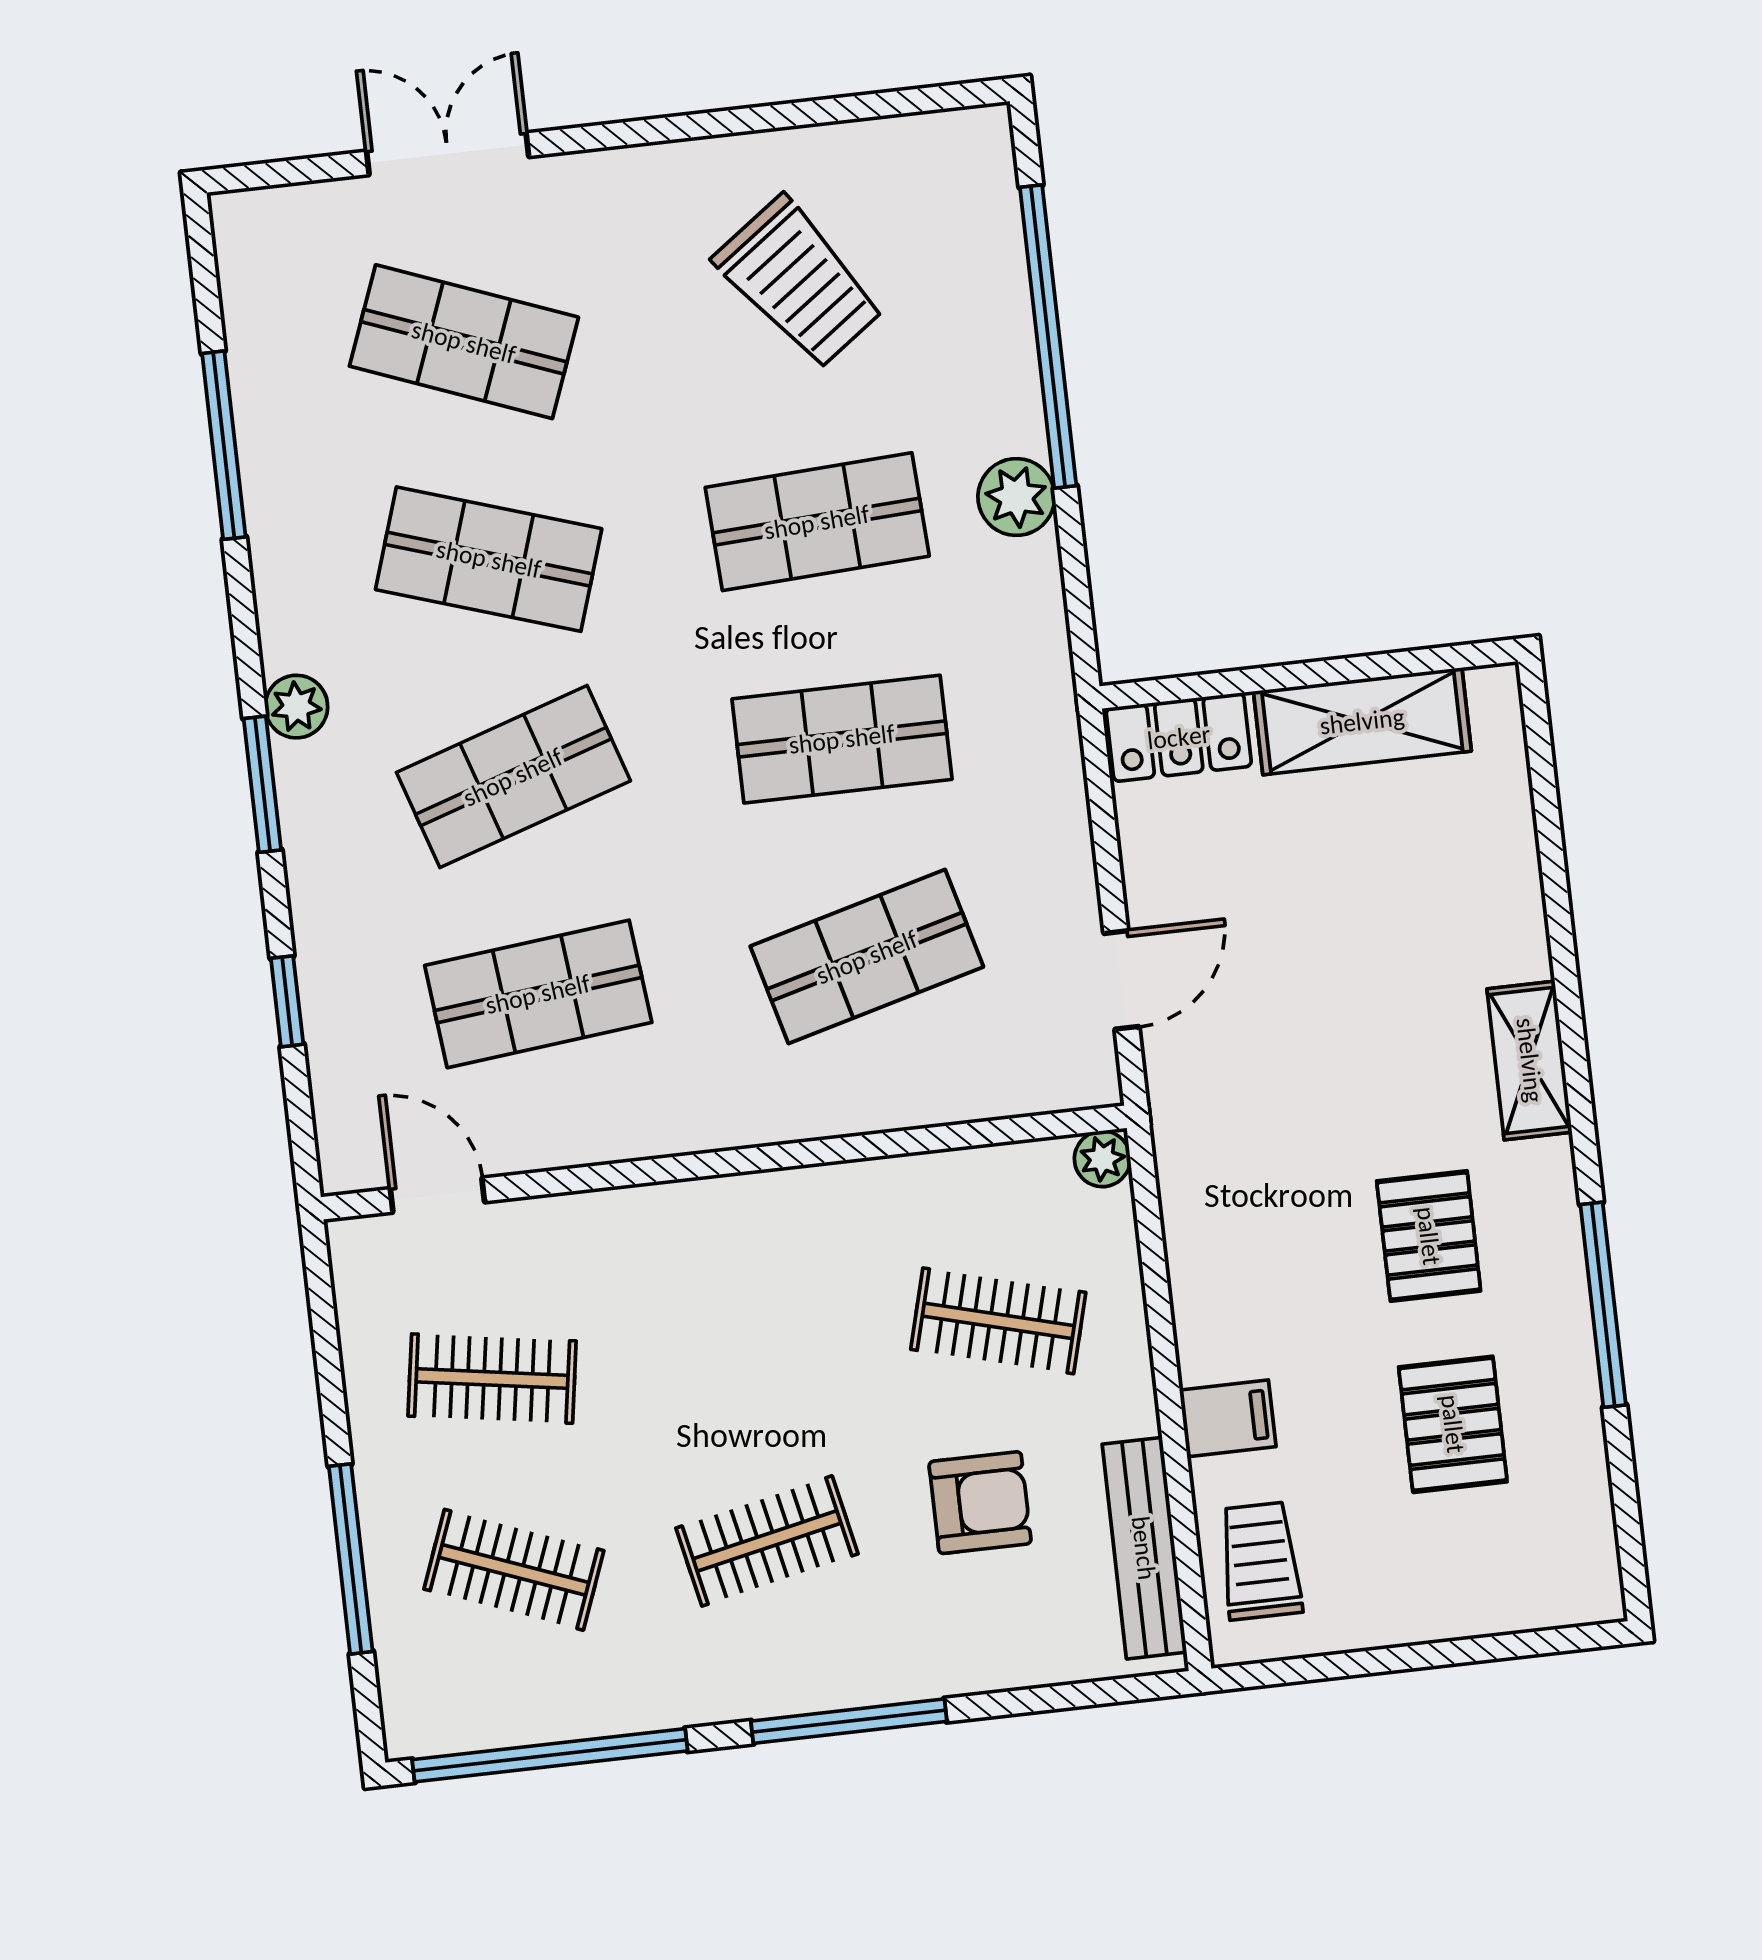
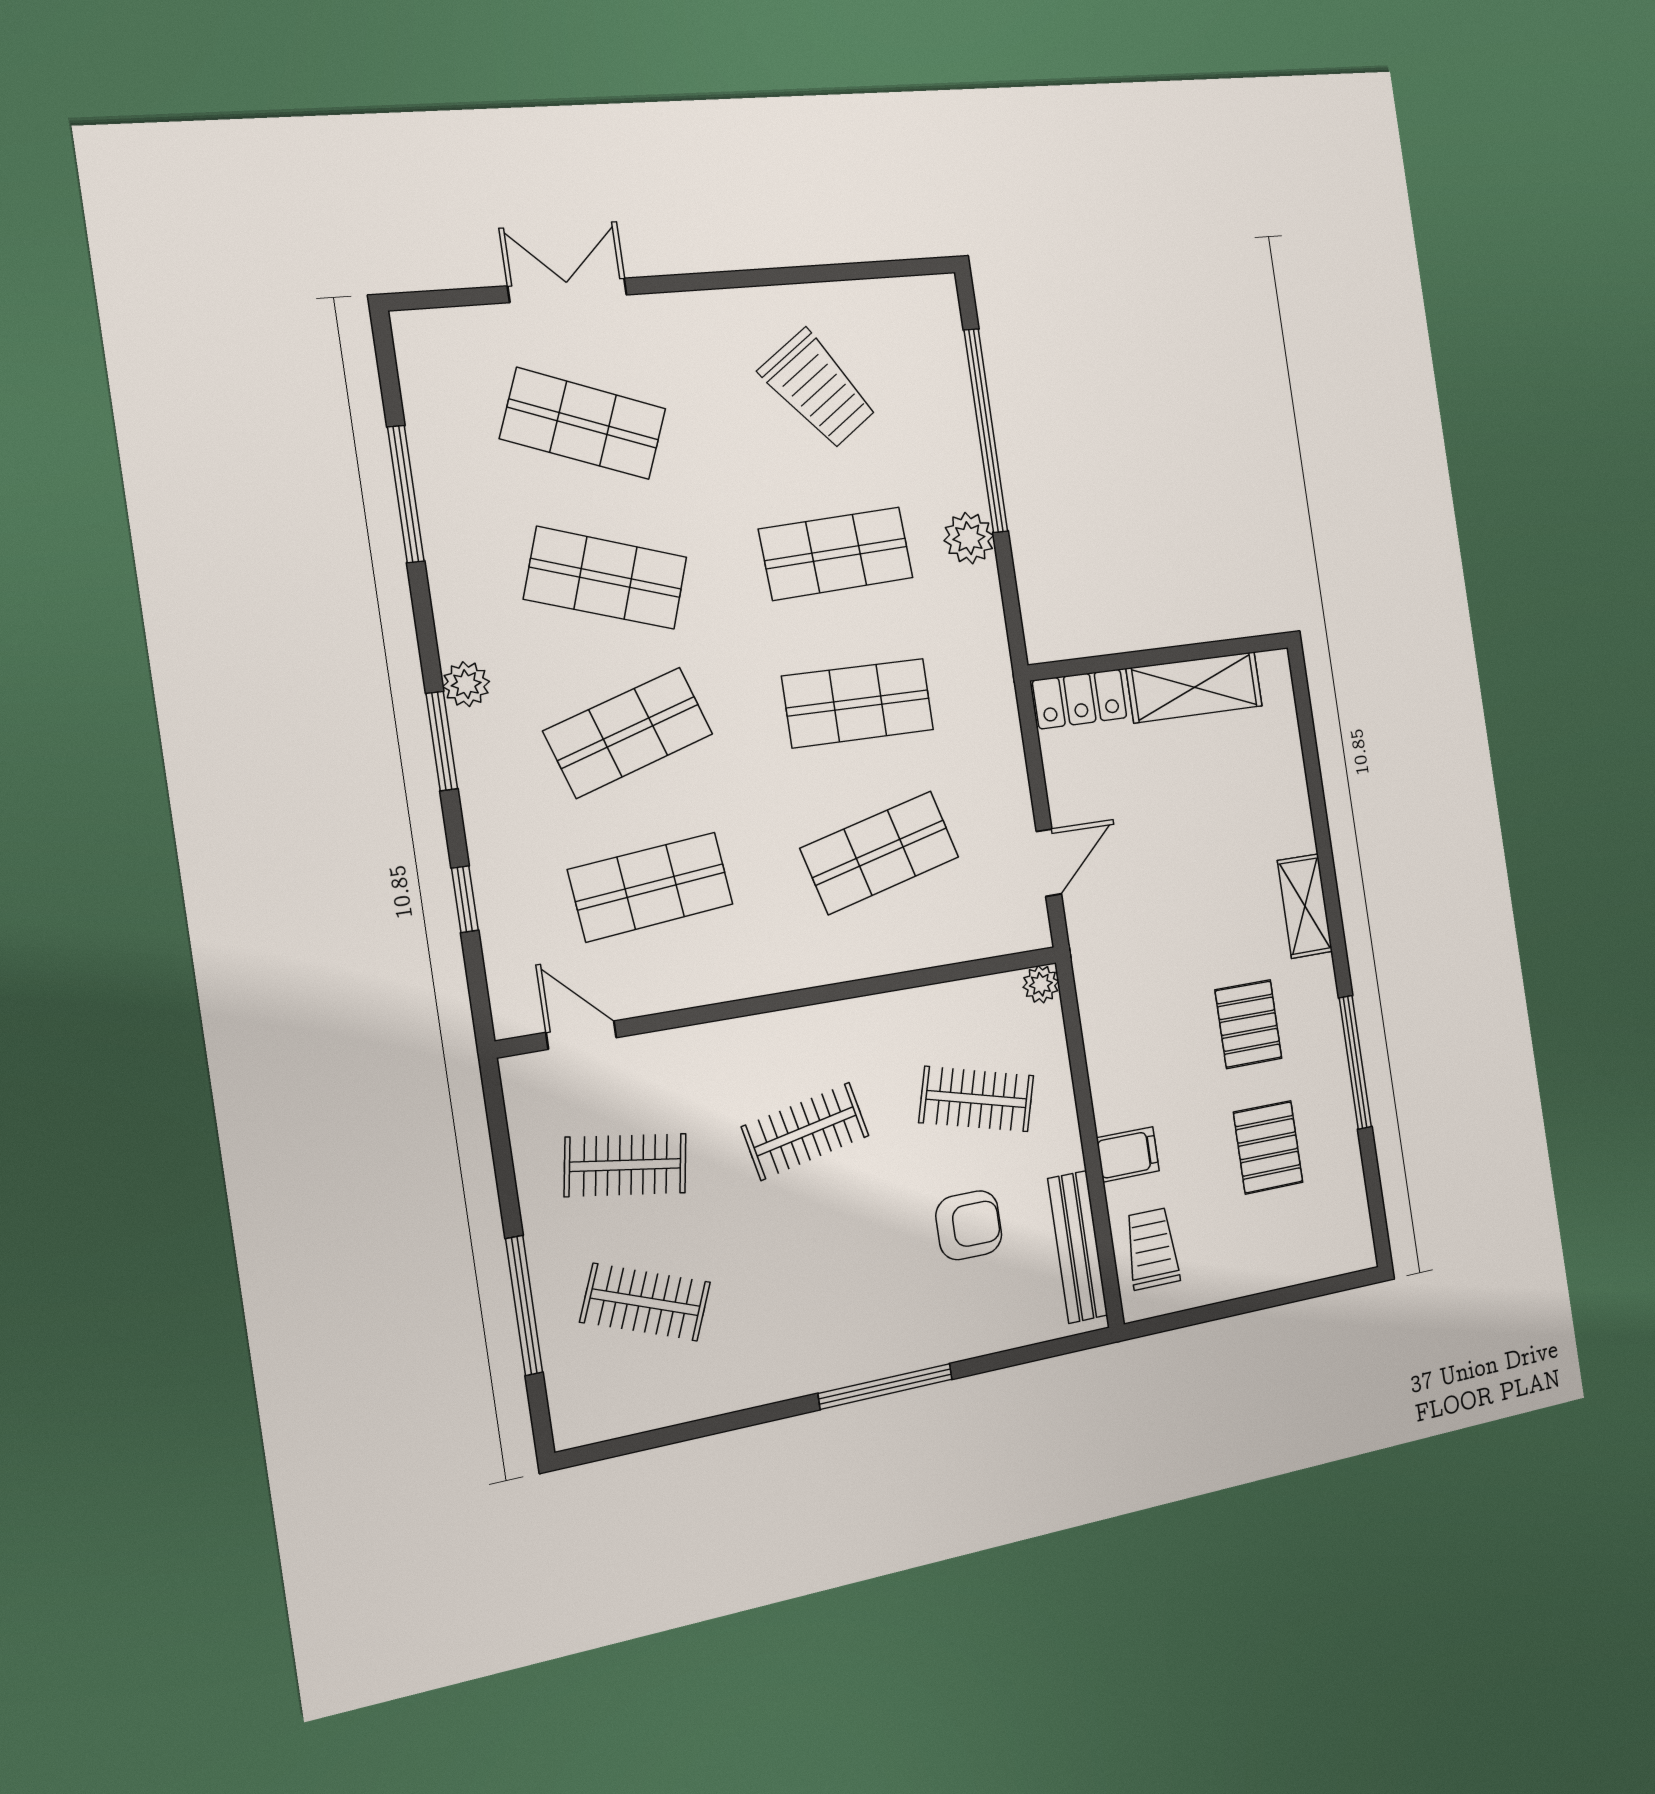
clothes rail: (767, 1541) -> (805, 1131), moved
window: (550, 1755) -> (676, 1434), removed

